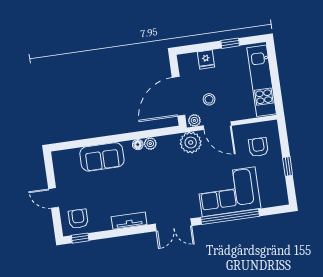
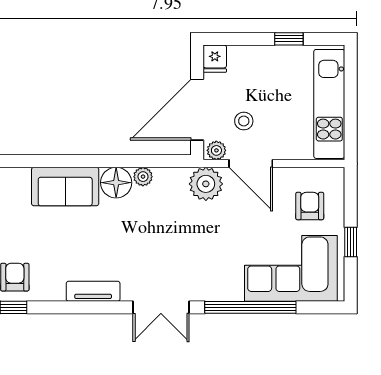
fridge: (206, 59) -> (215, 59), moved
floor lamp: (138, 145) -> (116, 183), width x1.89, depth x1.89
corner sofa: (229, 192) -> (291, 268), moved

